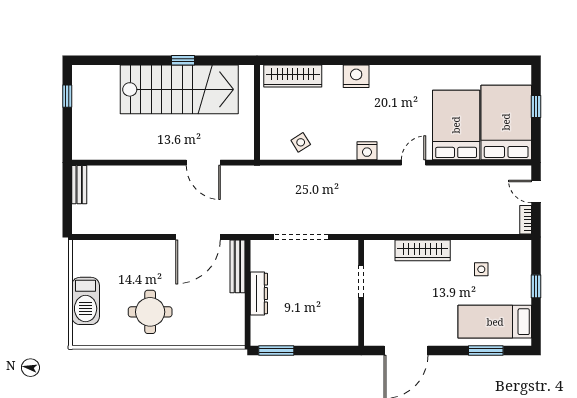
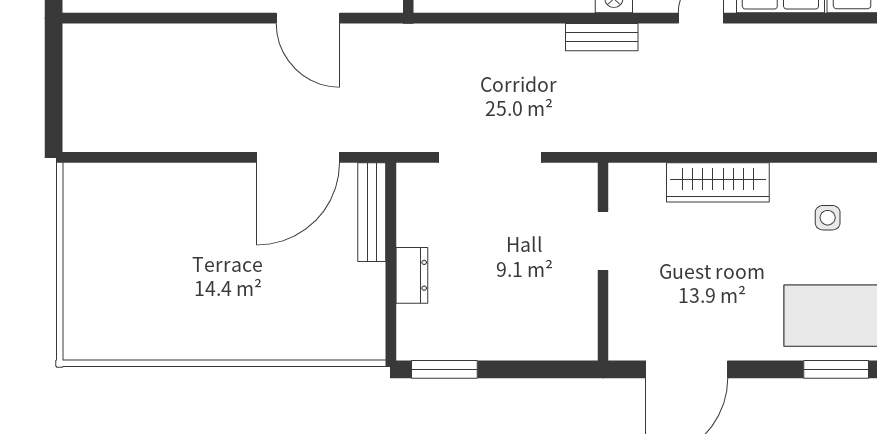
bench: (79, 185) -> (602, 37), moved, turned 90
dresser: (259, 294) -> (412, 275), width x0.70
barbecue: (86, 301) -> (88, 277), removed
round table: (150, 312) -> (209, 297), removed

